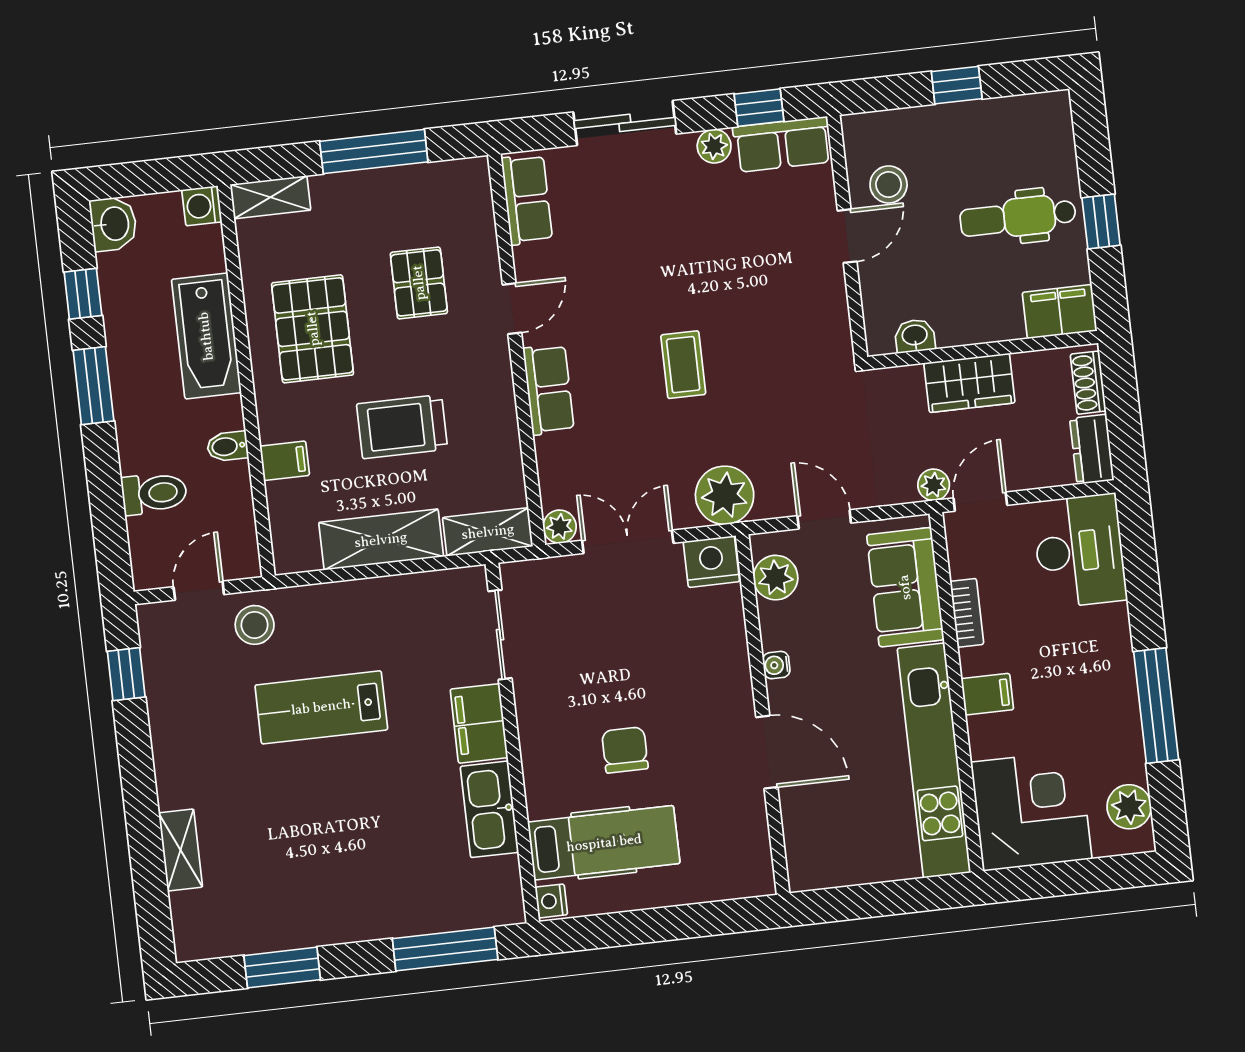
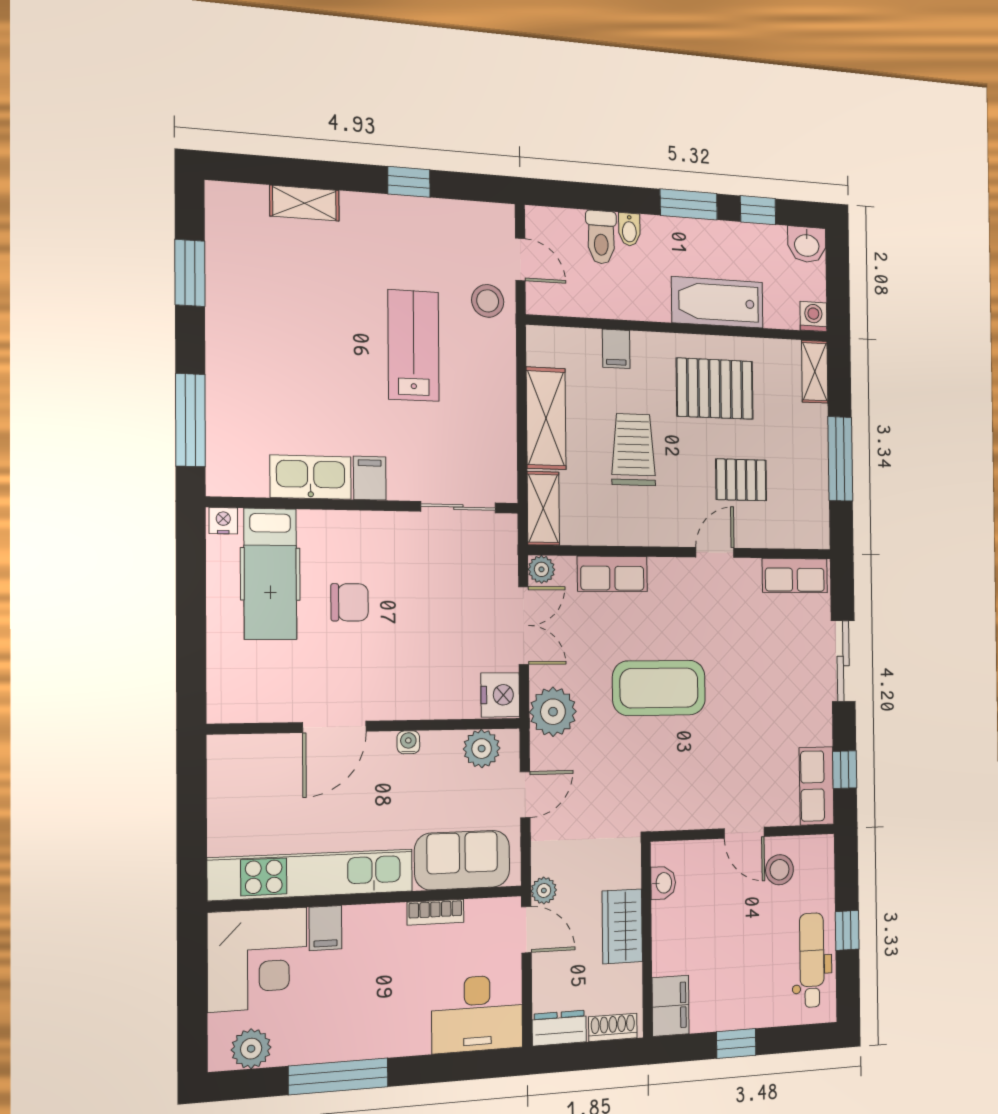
plant: (714, 146) -> (820, 731), removed
dental chair: (1018, 217) -> (812, 960), moved
door: (512, 309) -> (715, 553), swing flipped
coffee table: (683, 365) -> (659, 688), width x1.86, depth x1.72
row of seats: (549, 389) -> (612, 574), moved
bidet: (227, 446) -> (629, 229), moved, turned 180
window: (126, 674) -> (409, 182), moved
filing cabinet: (987, 694) -> (325, 928), moved
filing cabinet: (479, 723) -> (370, 478), width x0.50

